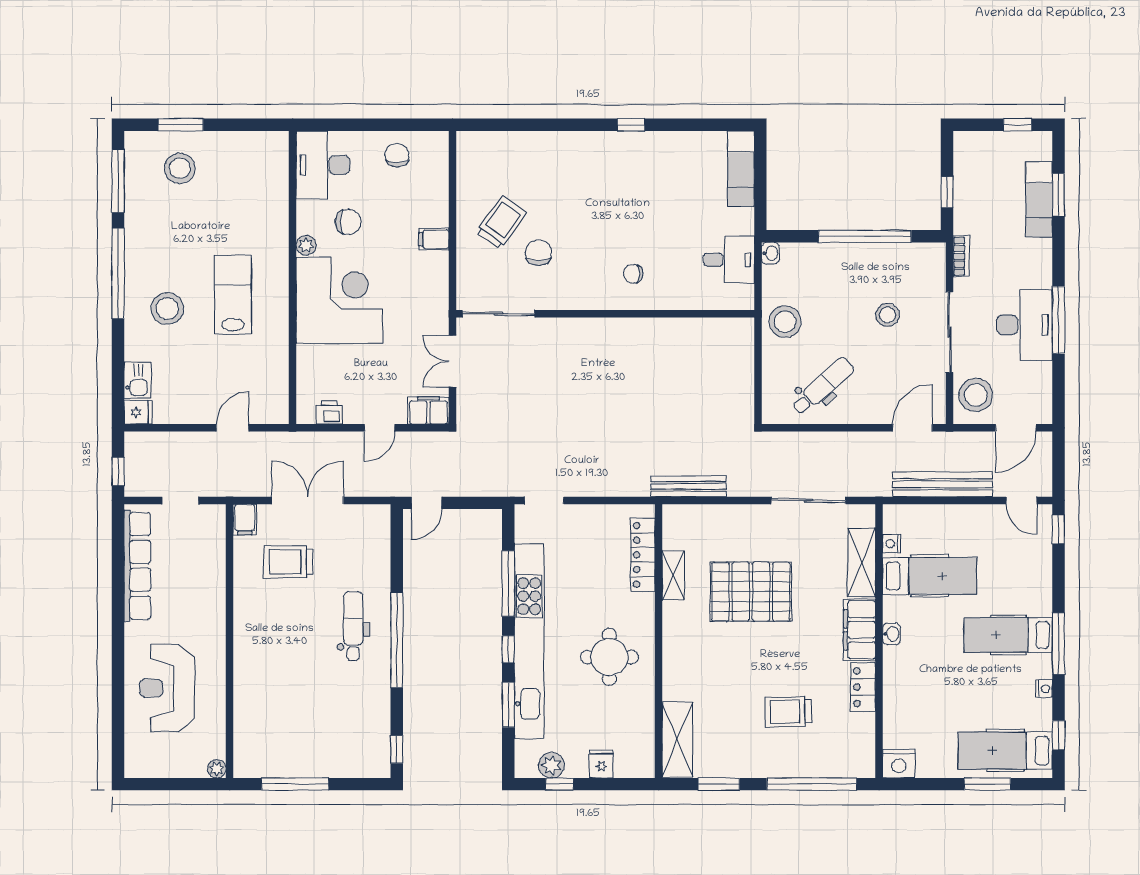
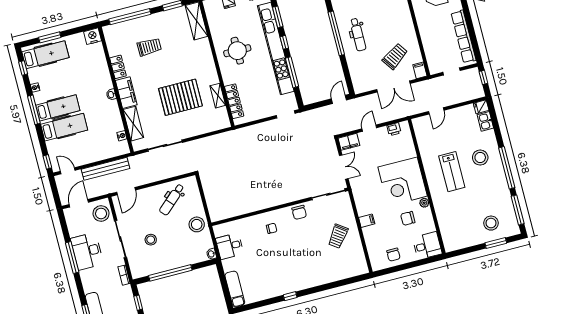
desk: (323, 165) -> (427, 246), width x0.73
chair: (538, 253) -> (299, 212), moved
bench: (689, 486) -> (221, 138), removed
trolley: (288, 562) -> (395, 56), turned -35
hospital bed: (930, 576) -> (64, 127), moved, turned 180

